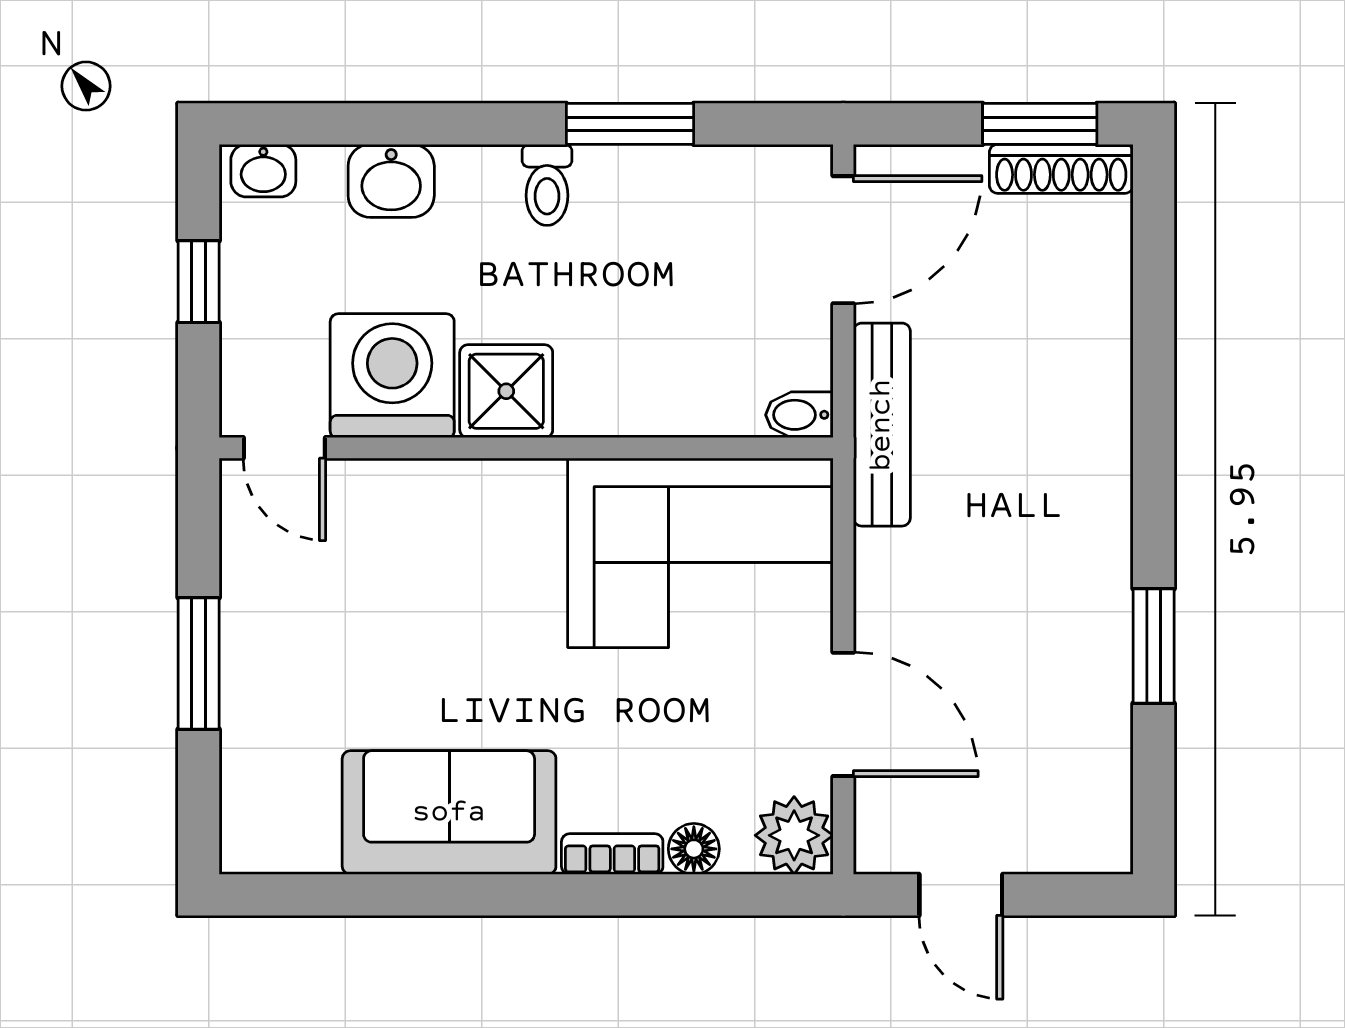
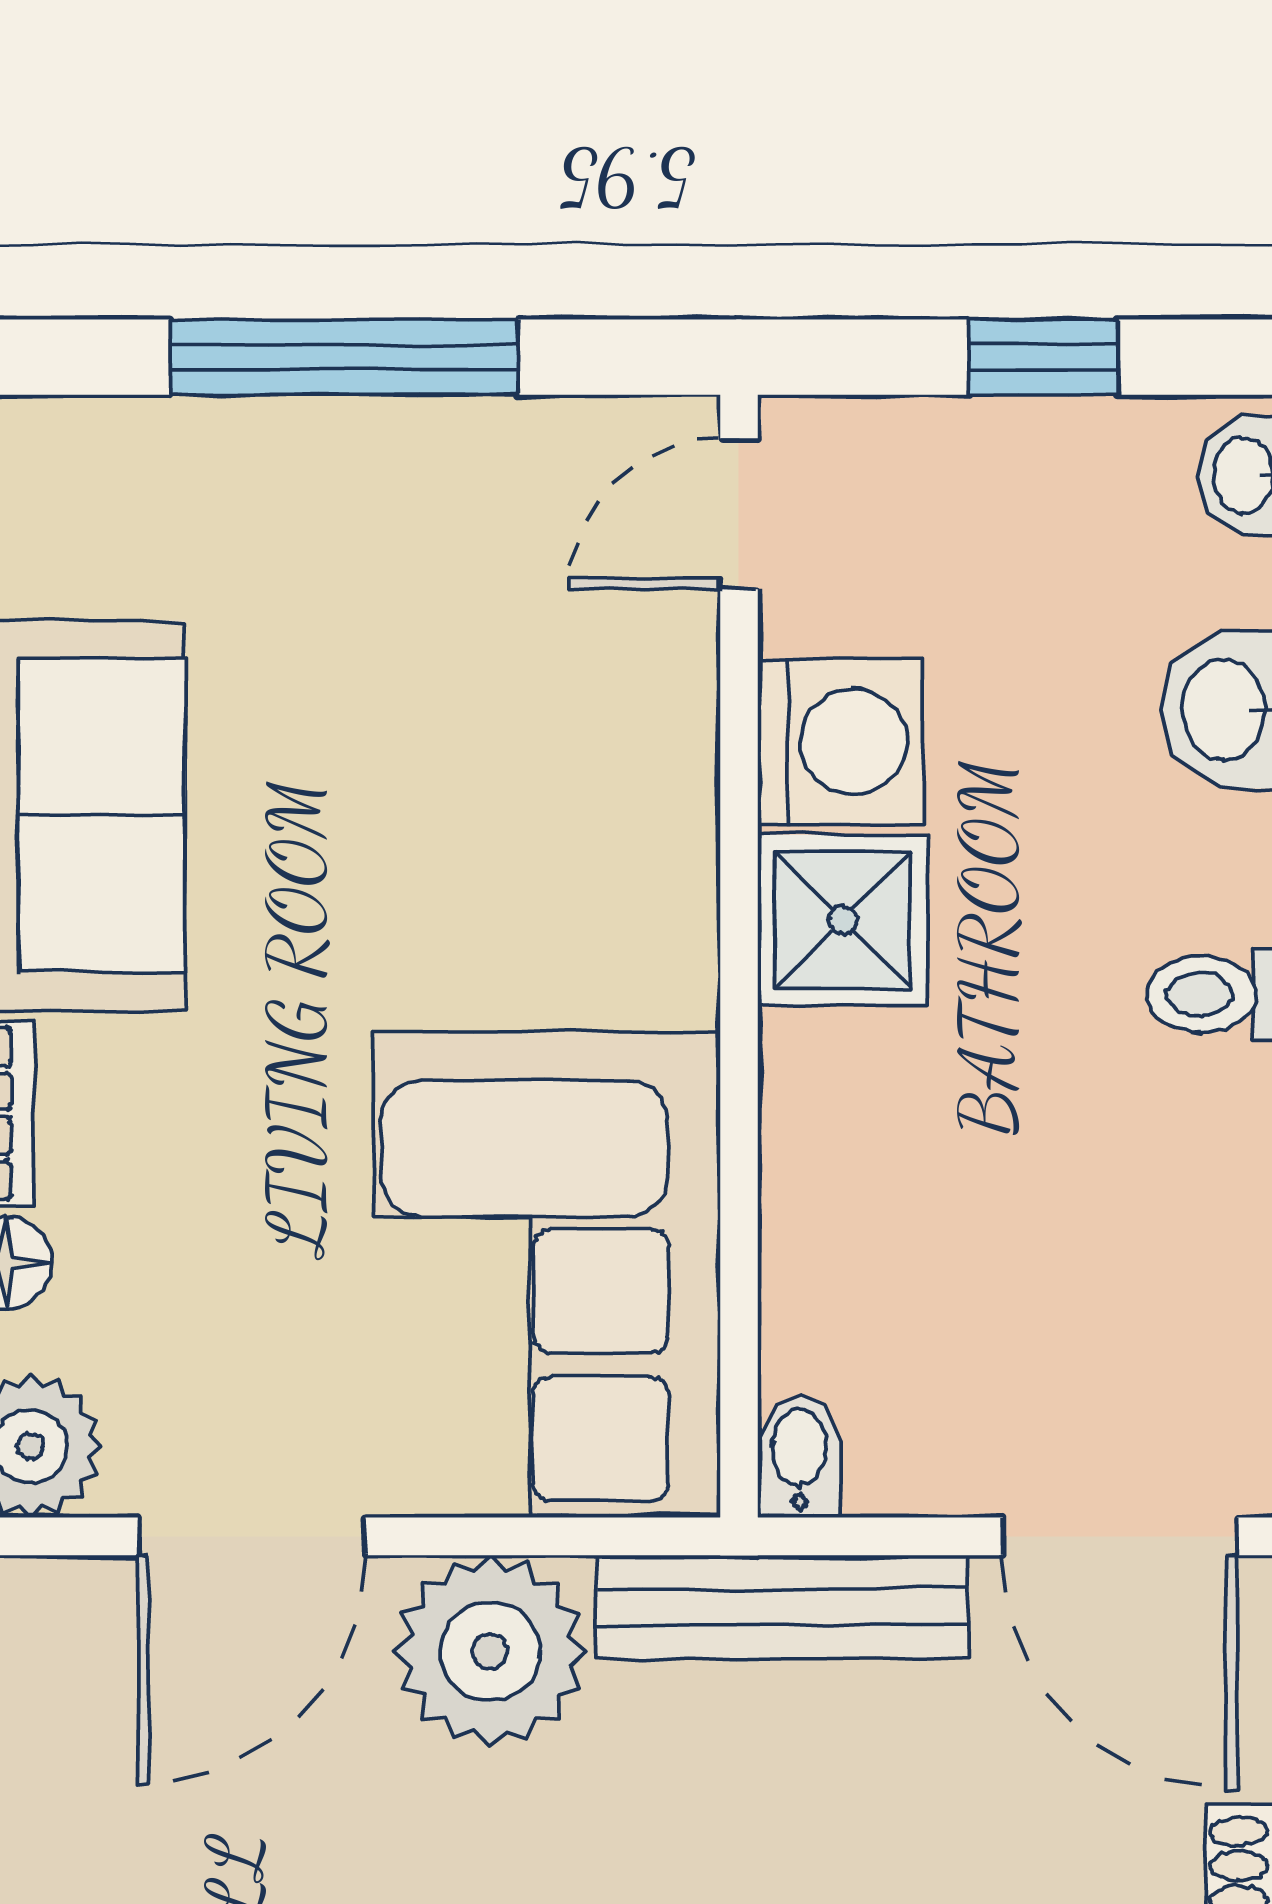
washing machine: (392, 376) -> (840, 742), width x0.73, depth x0.73
plant: (906, 584) -> (490, 1651), added
window: (199, 664) -> (345, 357), width x1.44

